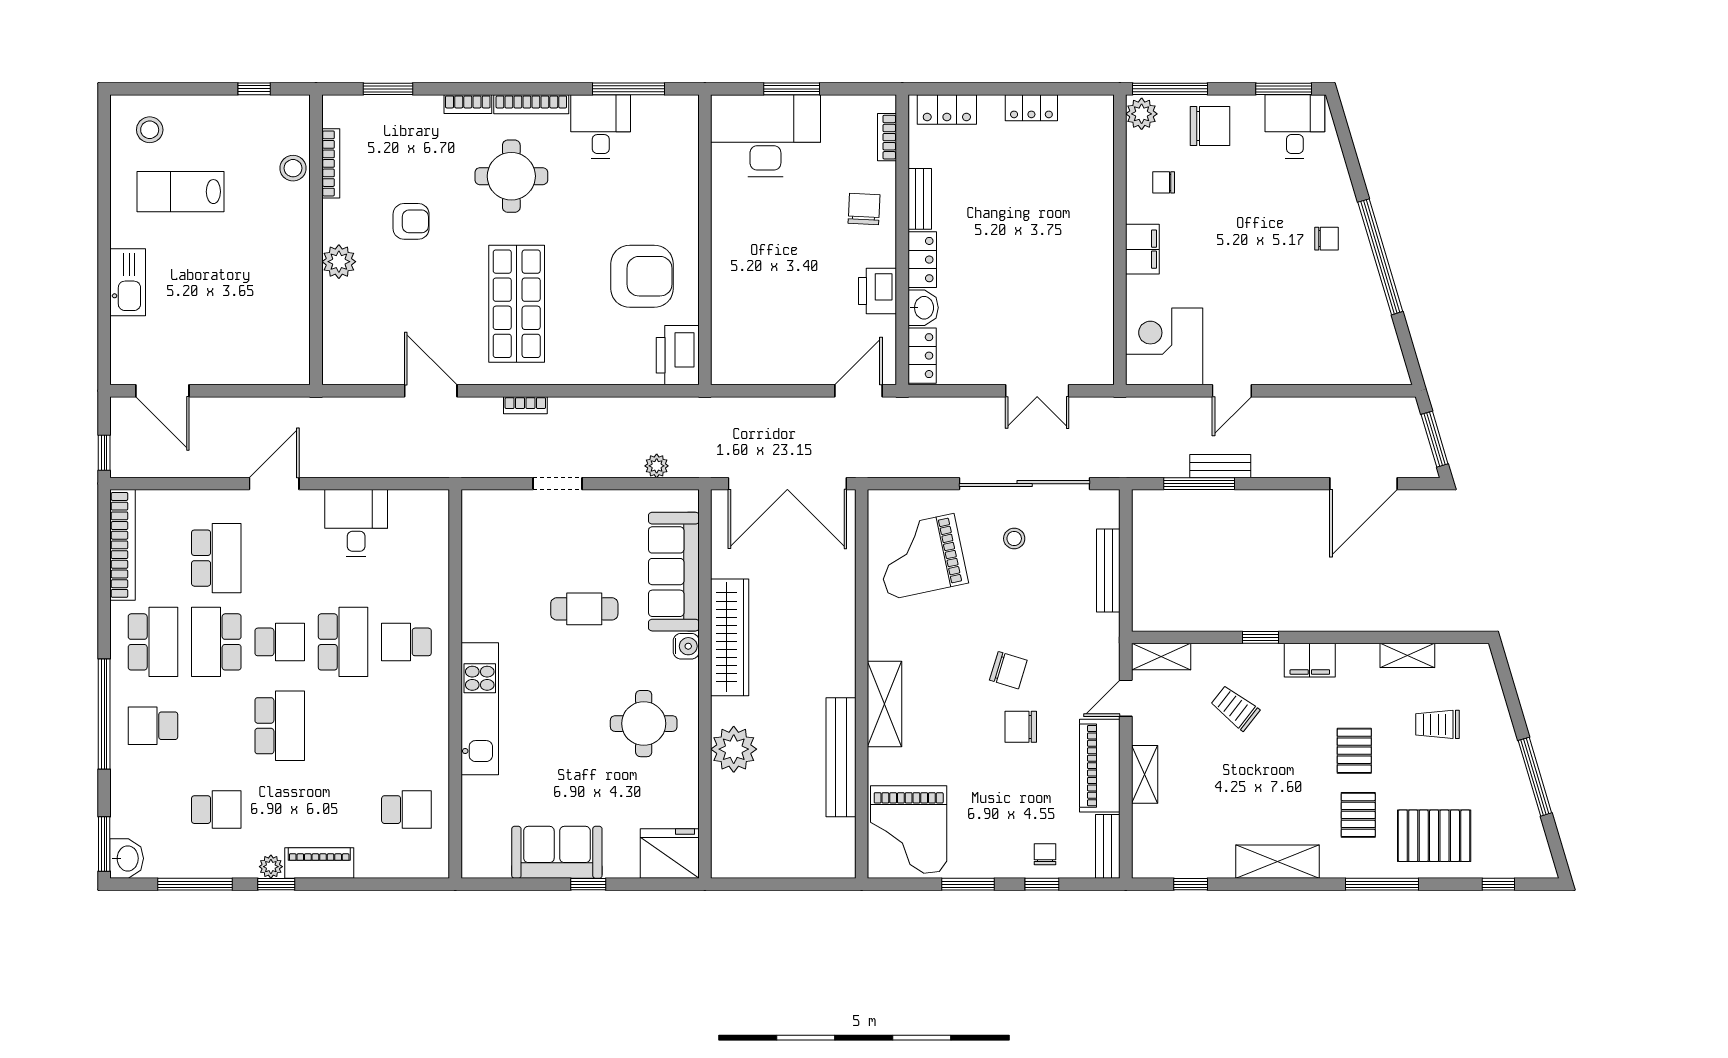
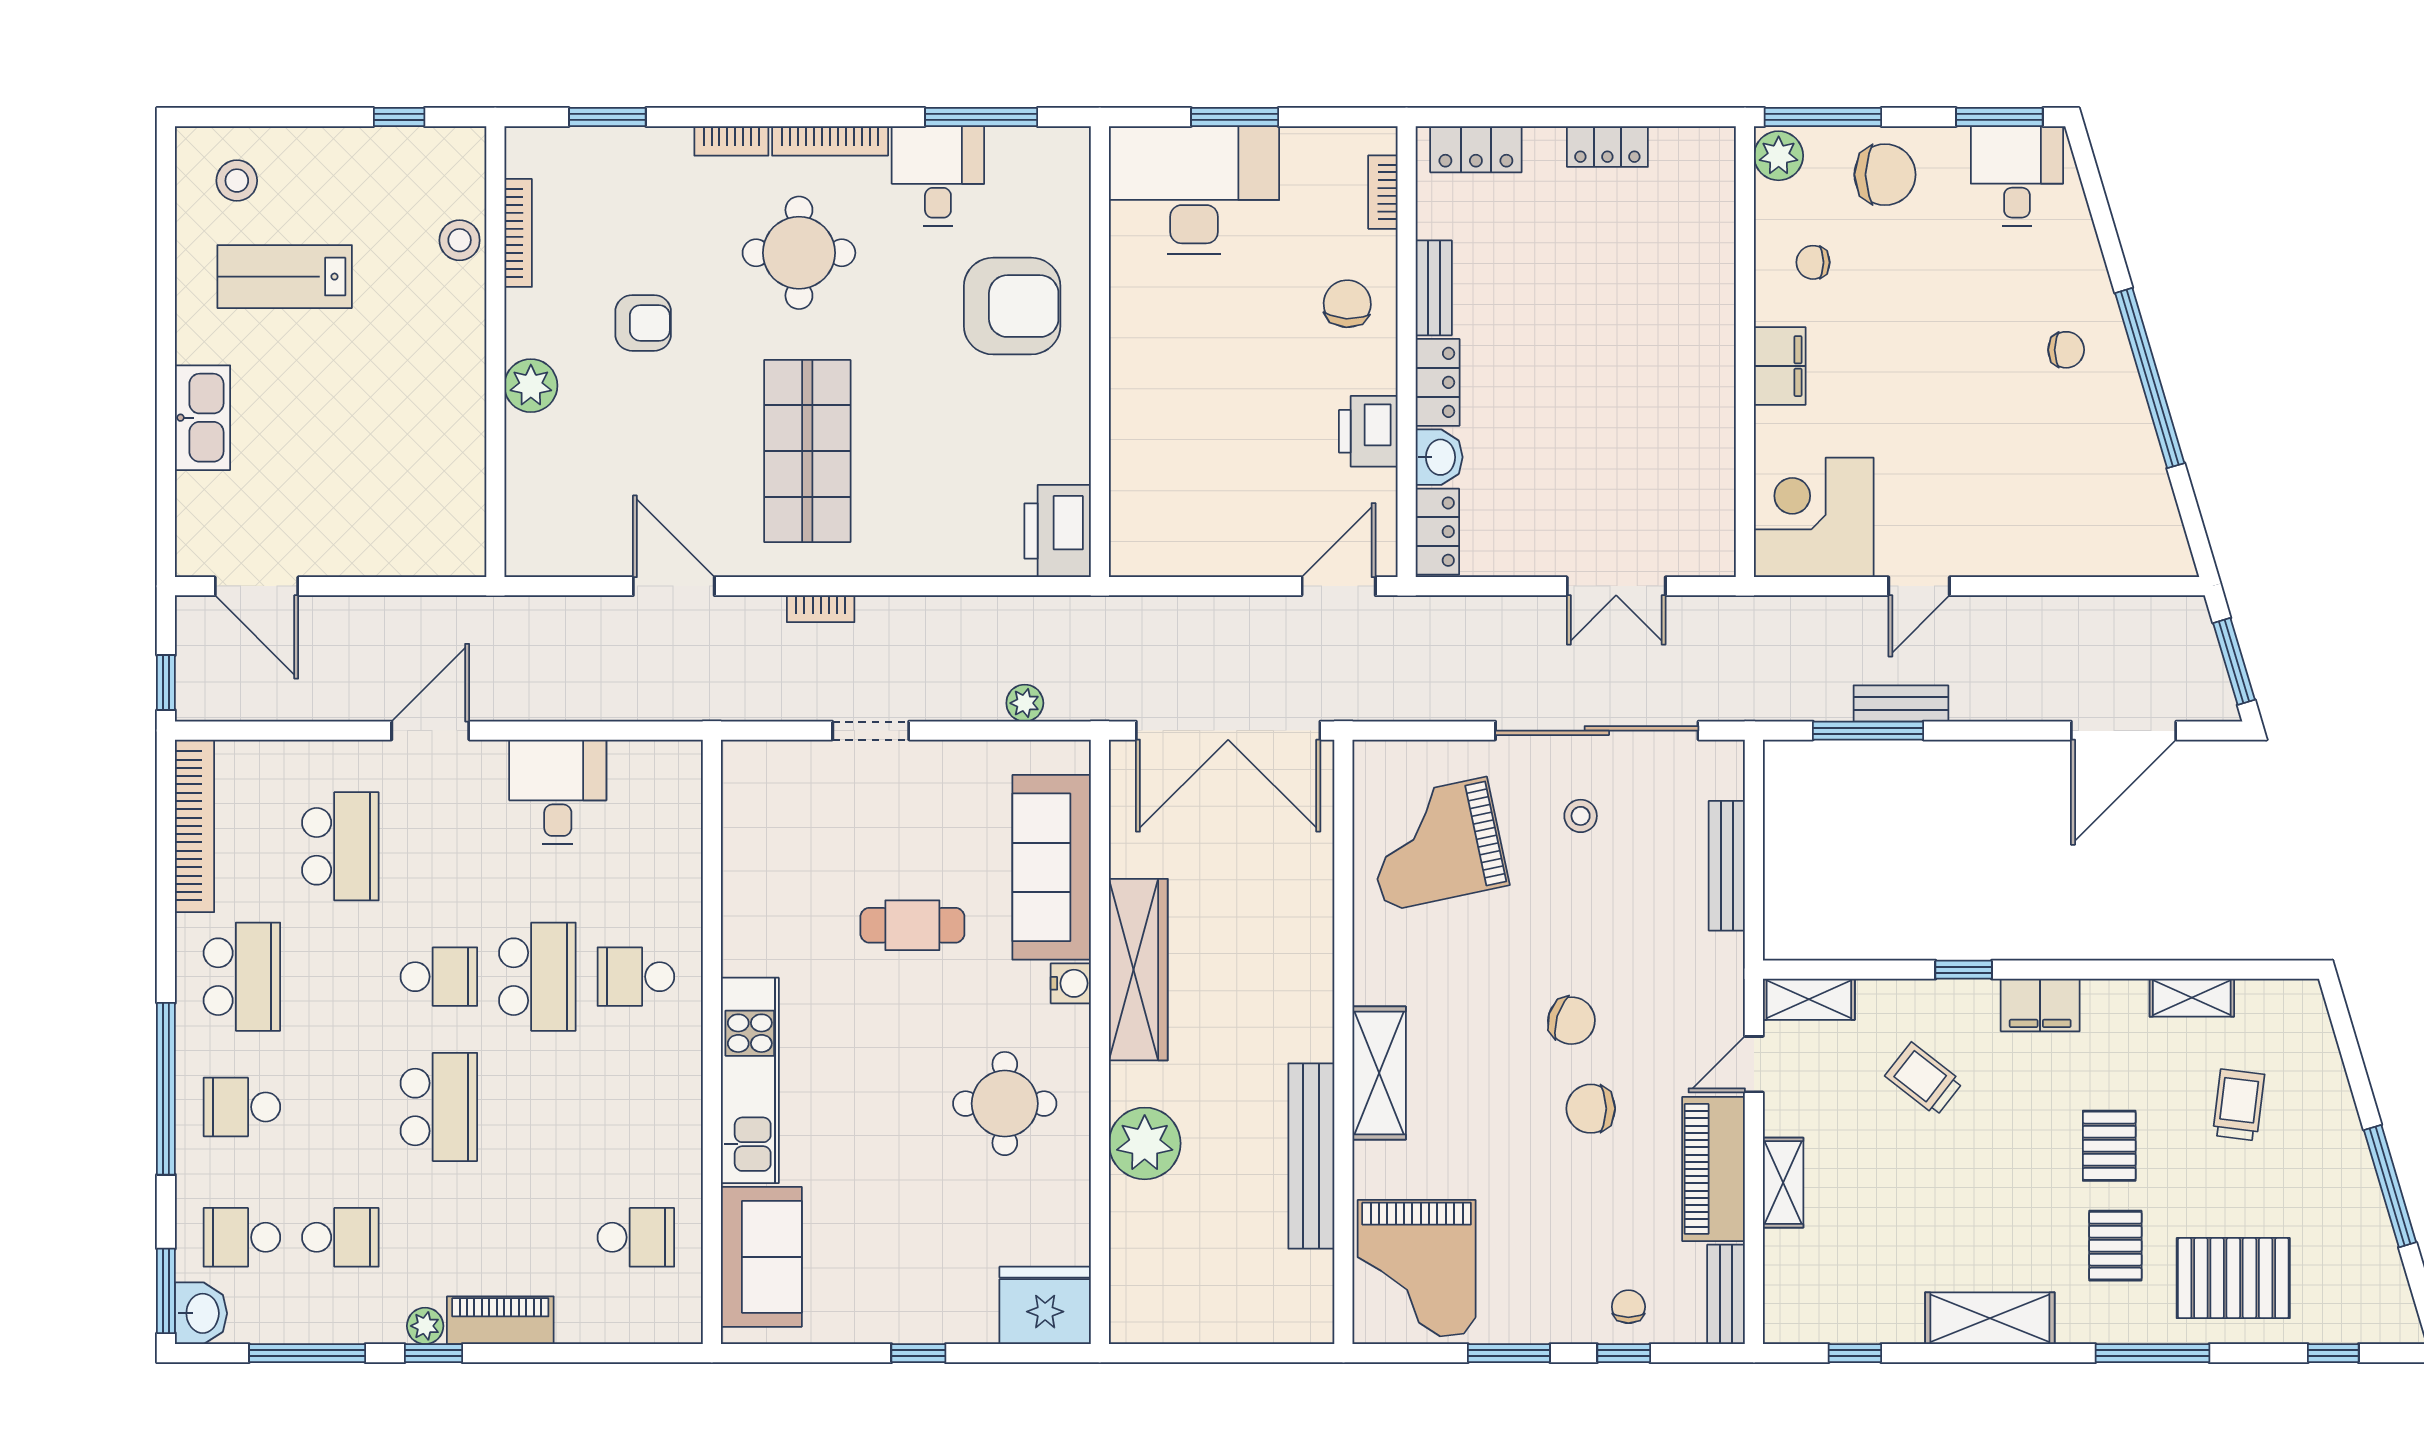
armchair: (642, 276) -> (1012, 306), moved
school desk: (216, 642) -> (242, 1237), moved, width x0.54
trolley: (1437, 724) -> (2239, 1105), turned 97
sofa: (557, 852) -> (761, 1257), moved, turned 90

